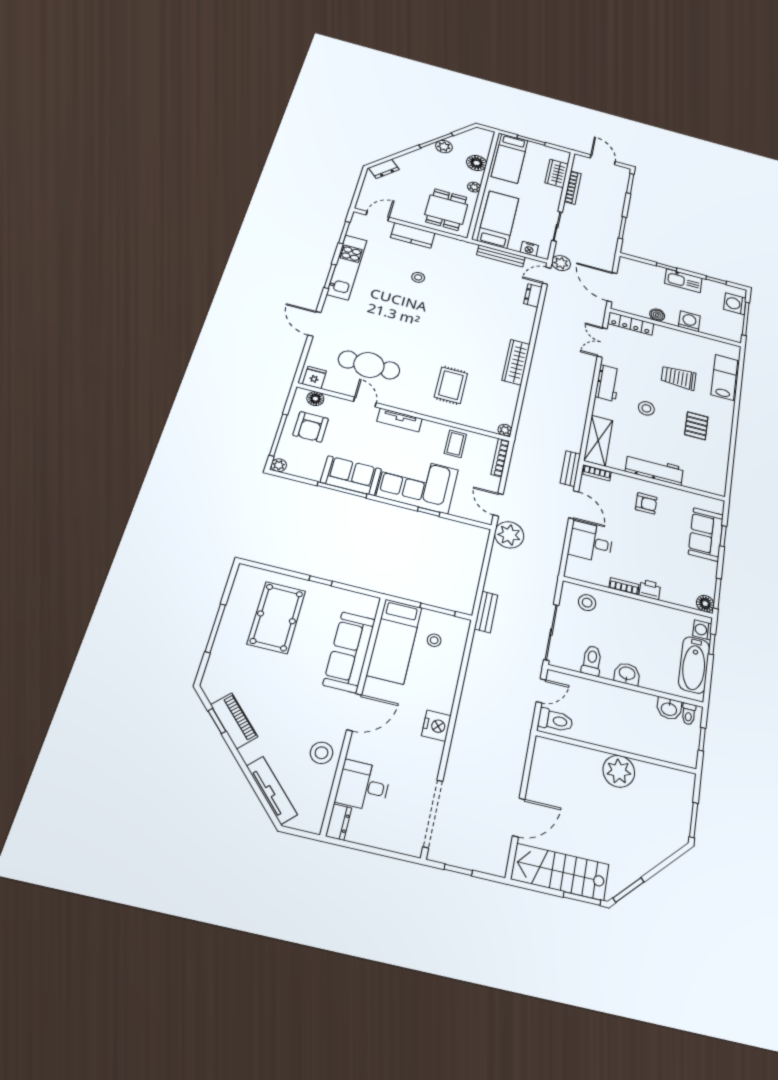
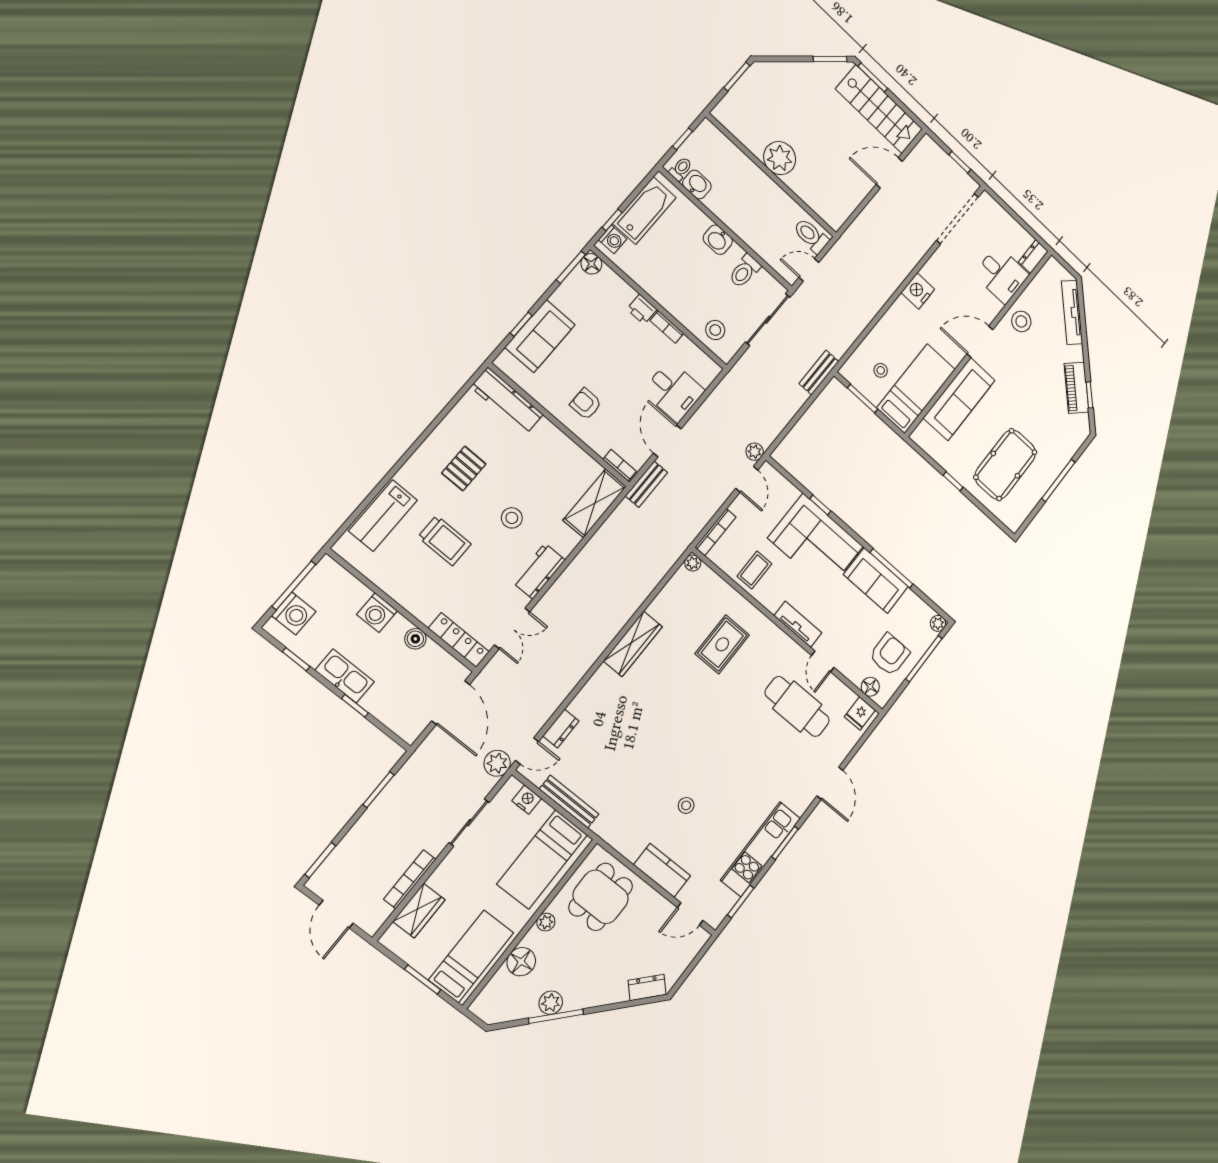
workbench: (654, 469) -> (507, 401), moved
plant: (509, 535) -> (755, 452), width x0.53, depth x0.53

